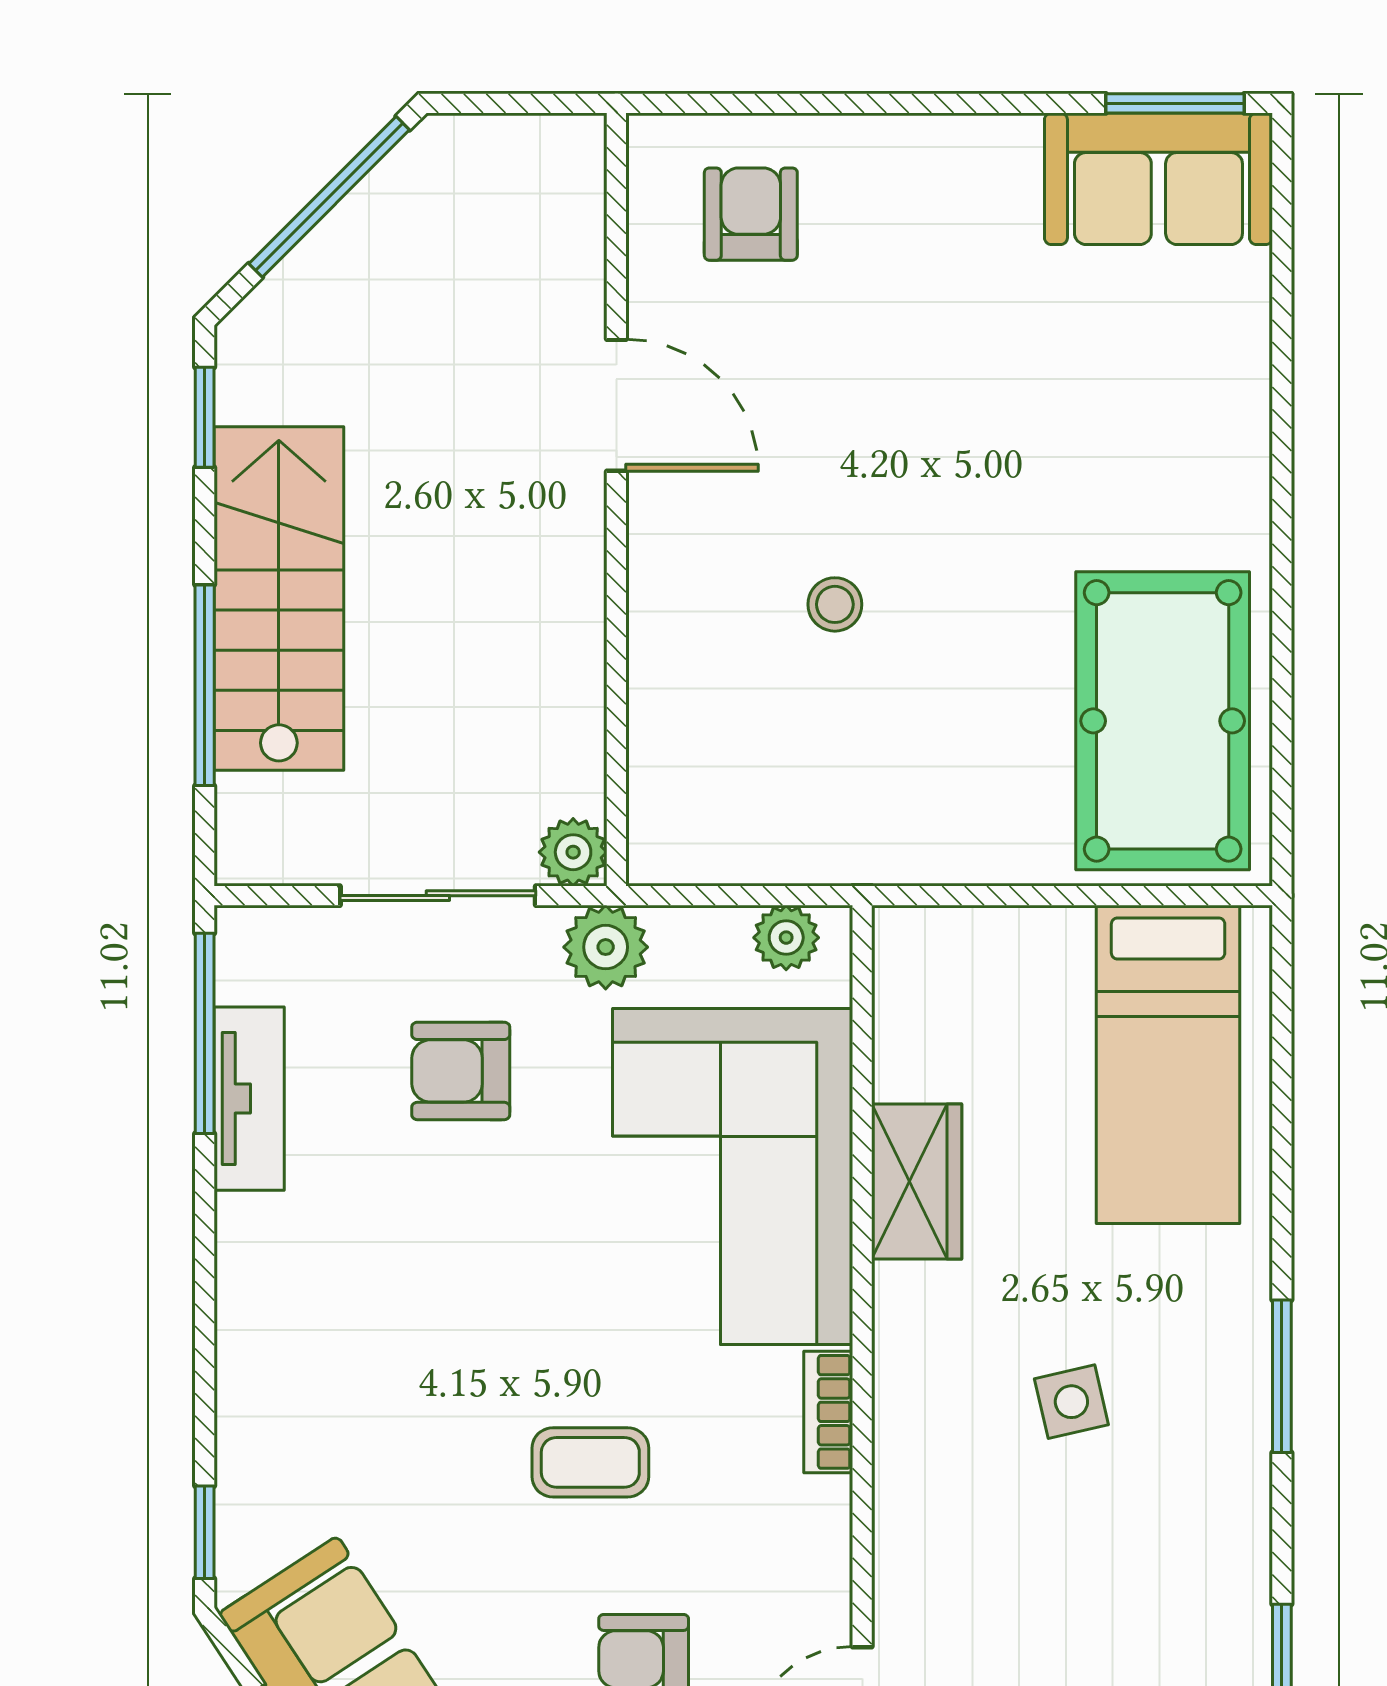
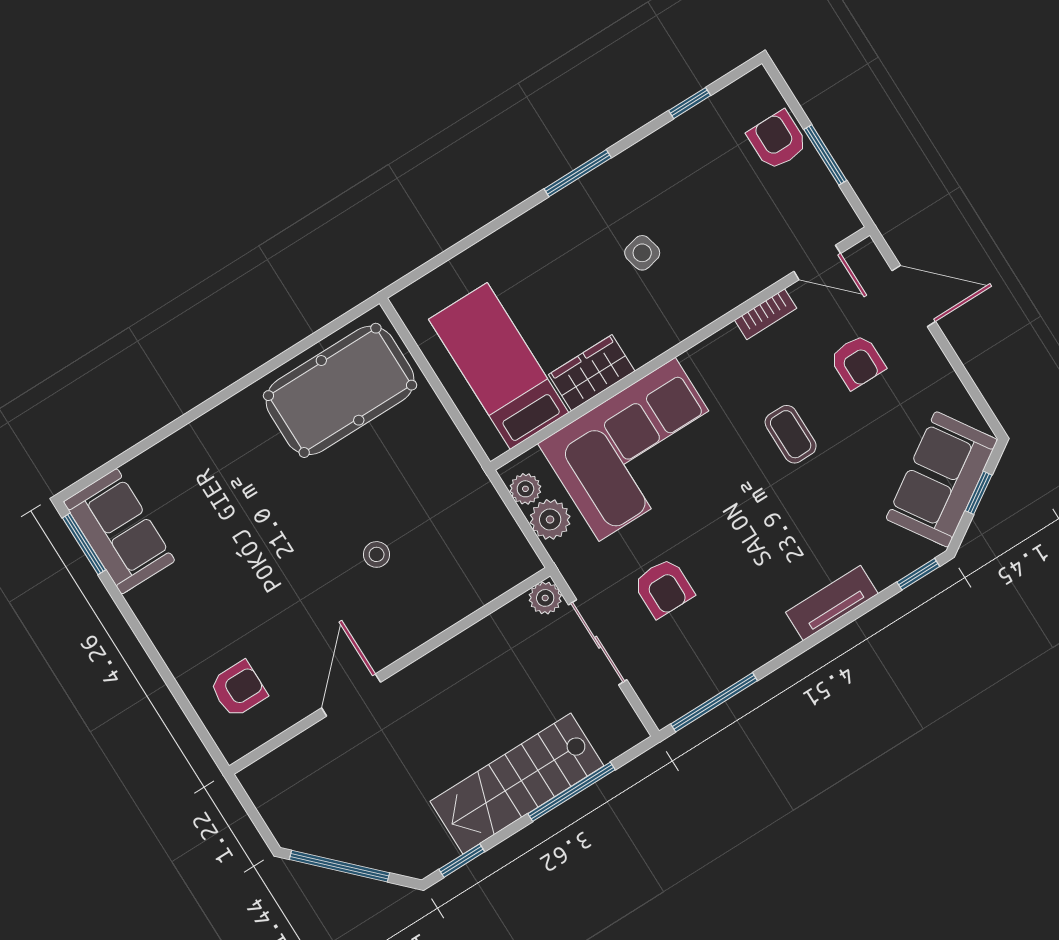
armchair: (751, 214) -> (238, 689), turned 180
plant: (606, 947) -> (550, 519), moved
bed: (1168, 1064) -> (499, 366), moved, turned -90
tv unit: (249, 1099) -> (832, 603), moved
bookcase: (828, 1412) -> (766, 314), moved

